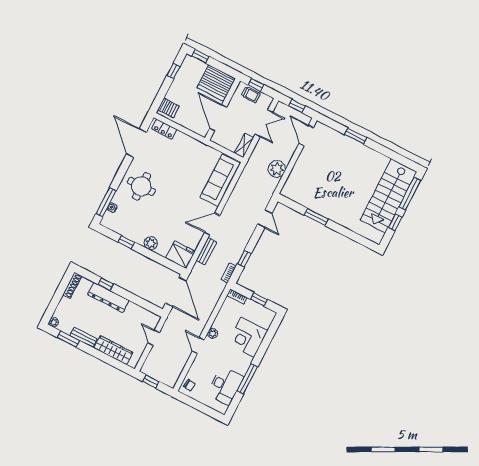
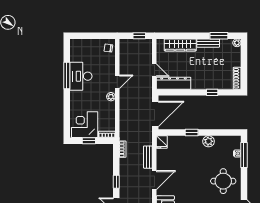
window: (126, 242) -> (192, 133), moved
plant: (151, 243) -> (209, 141), moved
fridge: (181, 255) -> (162, 142), width x0.53, depth x0.75
window: (244, 259) -> (116, 182), moved
door: (176, 292) -> (155, 114), swing flipped
dresser: (108, 297) -> (173, 83), moved
corner desk: (248, 337) -> (85, 125), moved, turned -90
door: (198, 345) -> (117, 82), hinge flipped
desk: (225, 386) -> (81, 76), moved

